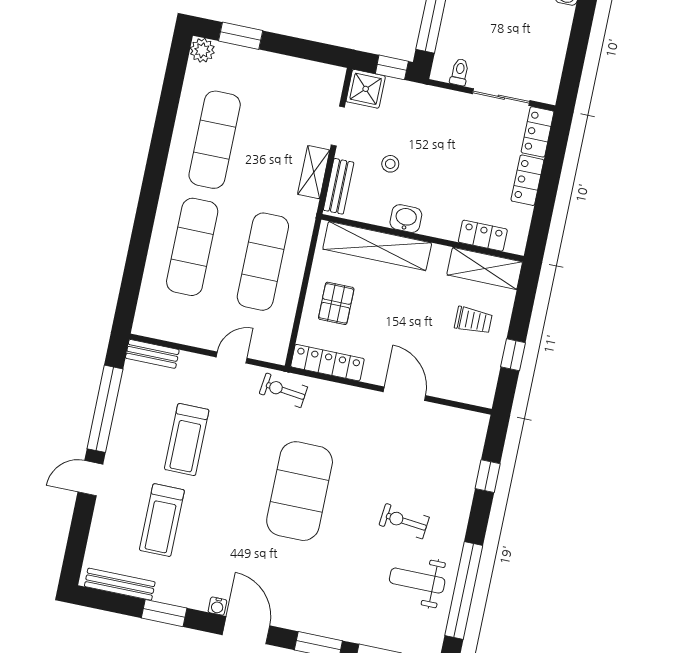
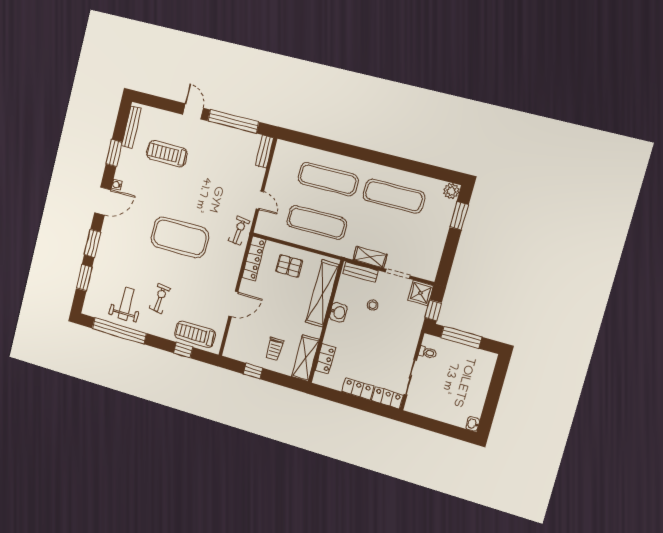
treadmill: (187, 440) -> (195, 334), moved

